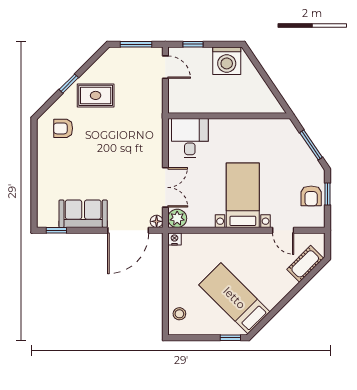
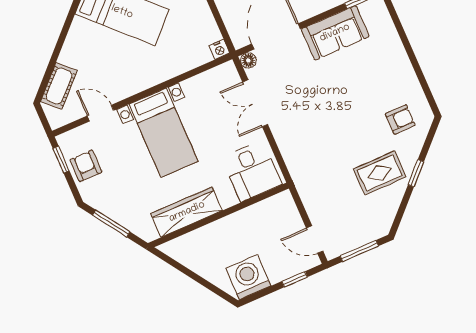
wardrobe: (251, 129) -> (187, 212), added
window: (327, 194) -> (61, 160), moved
plant: (177, 218) -> (226, 74), removed

